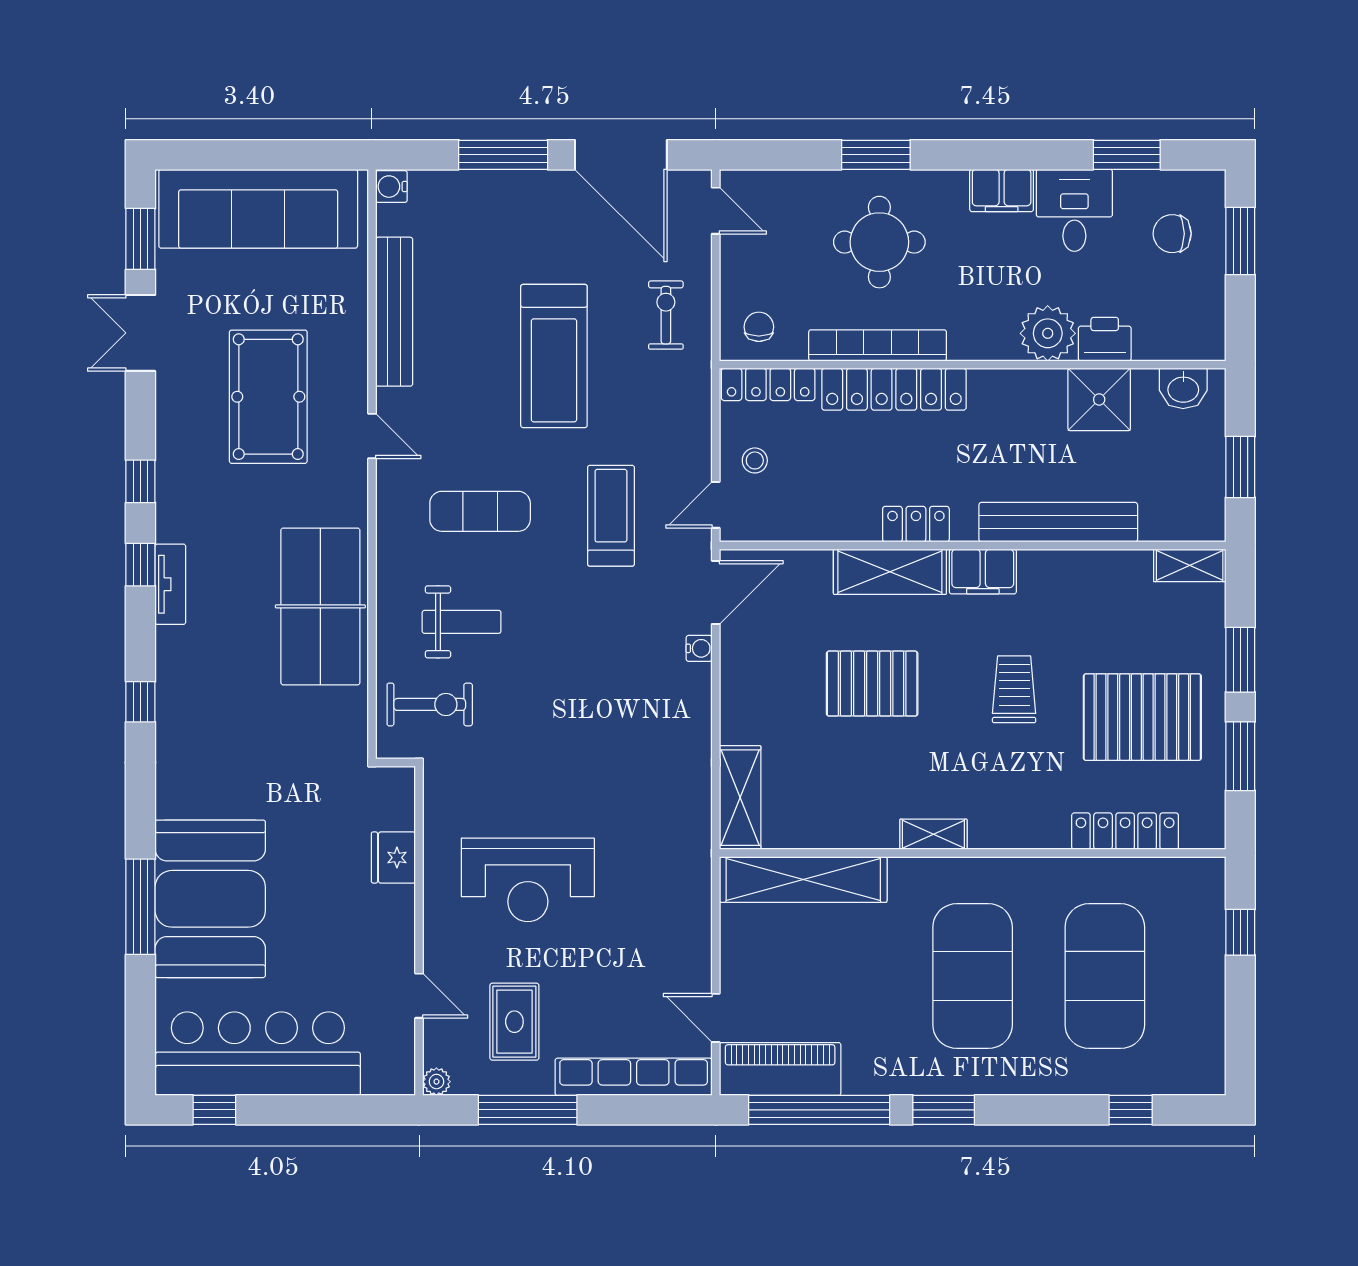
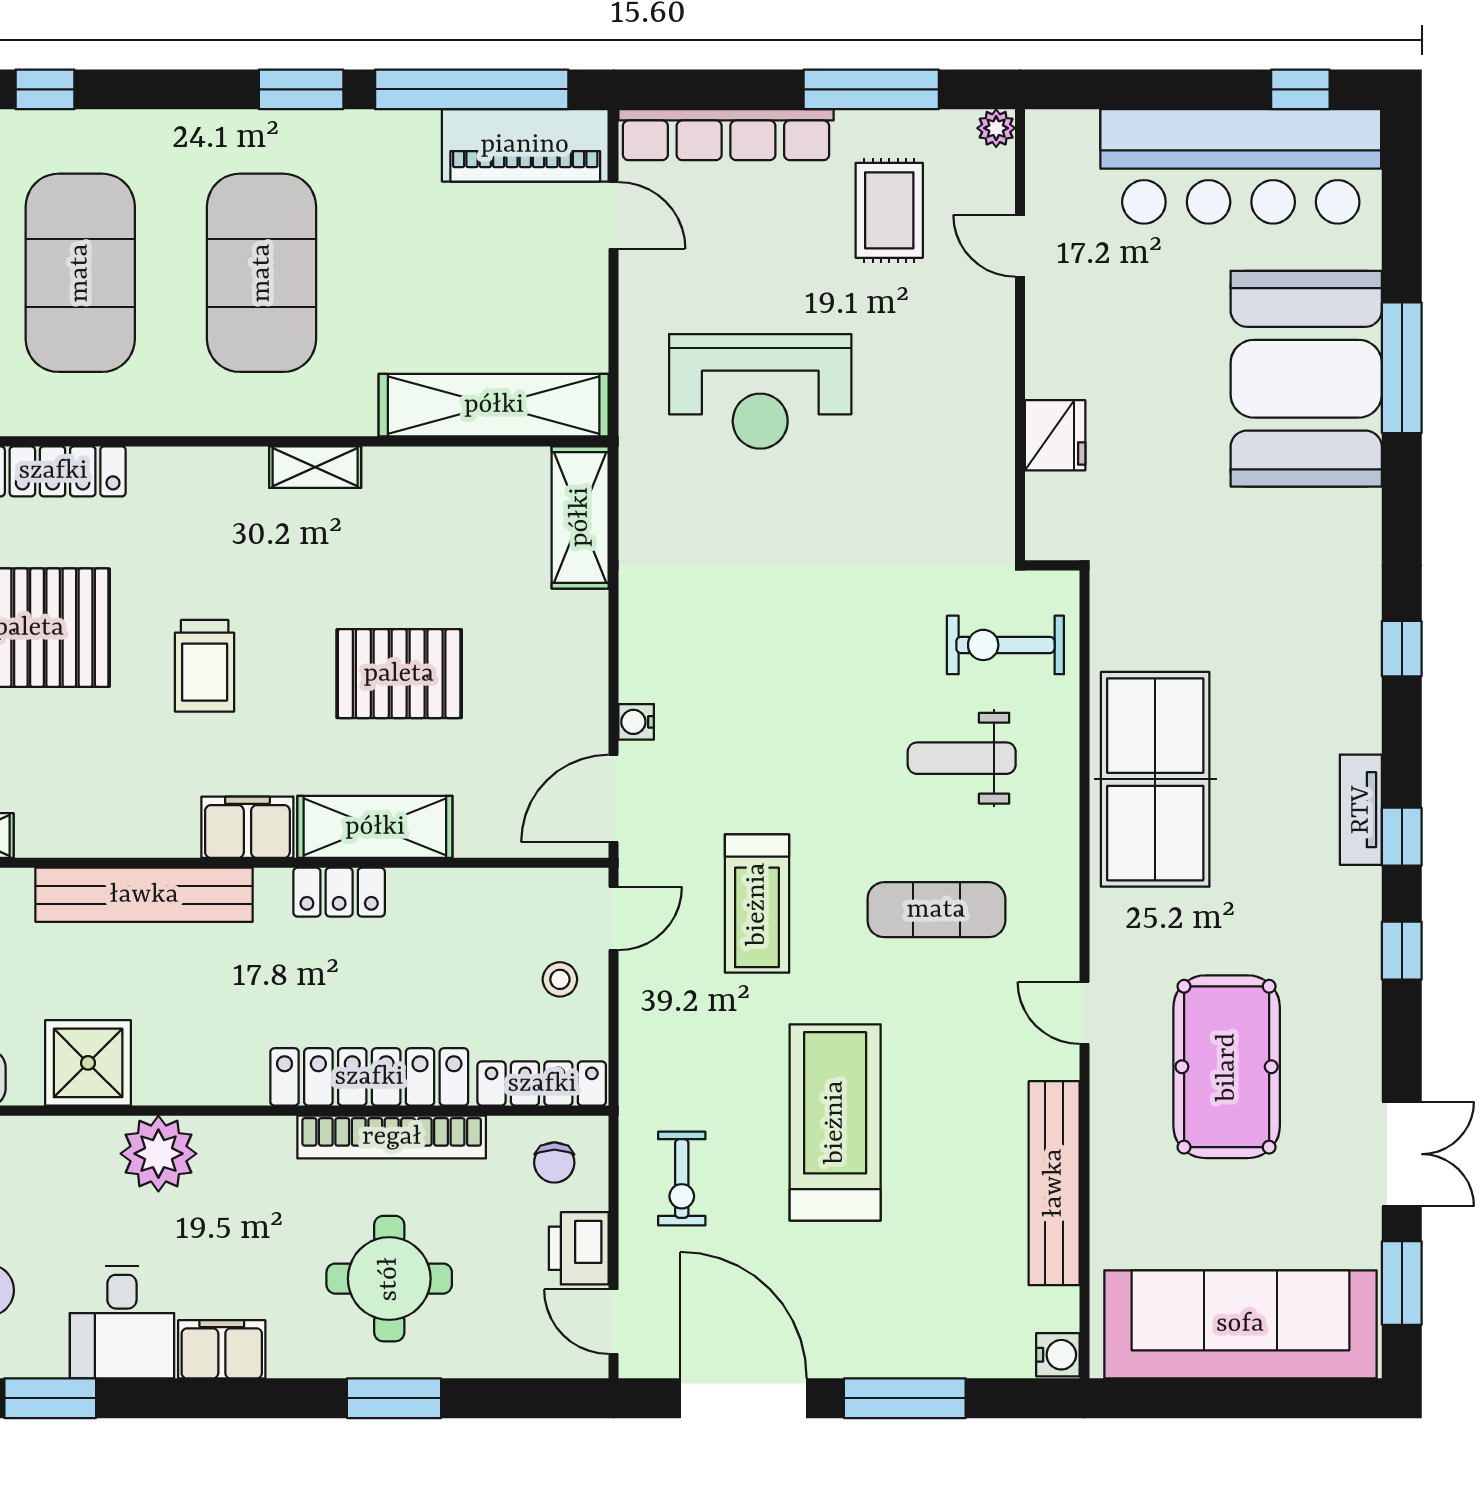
printer: (1105, 339) -> (579, 1248), moved, turned 90
reception desk: (528, 880) -> (760, 391), moved, turned 180

